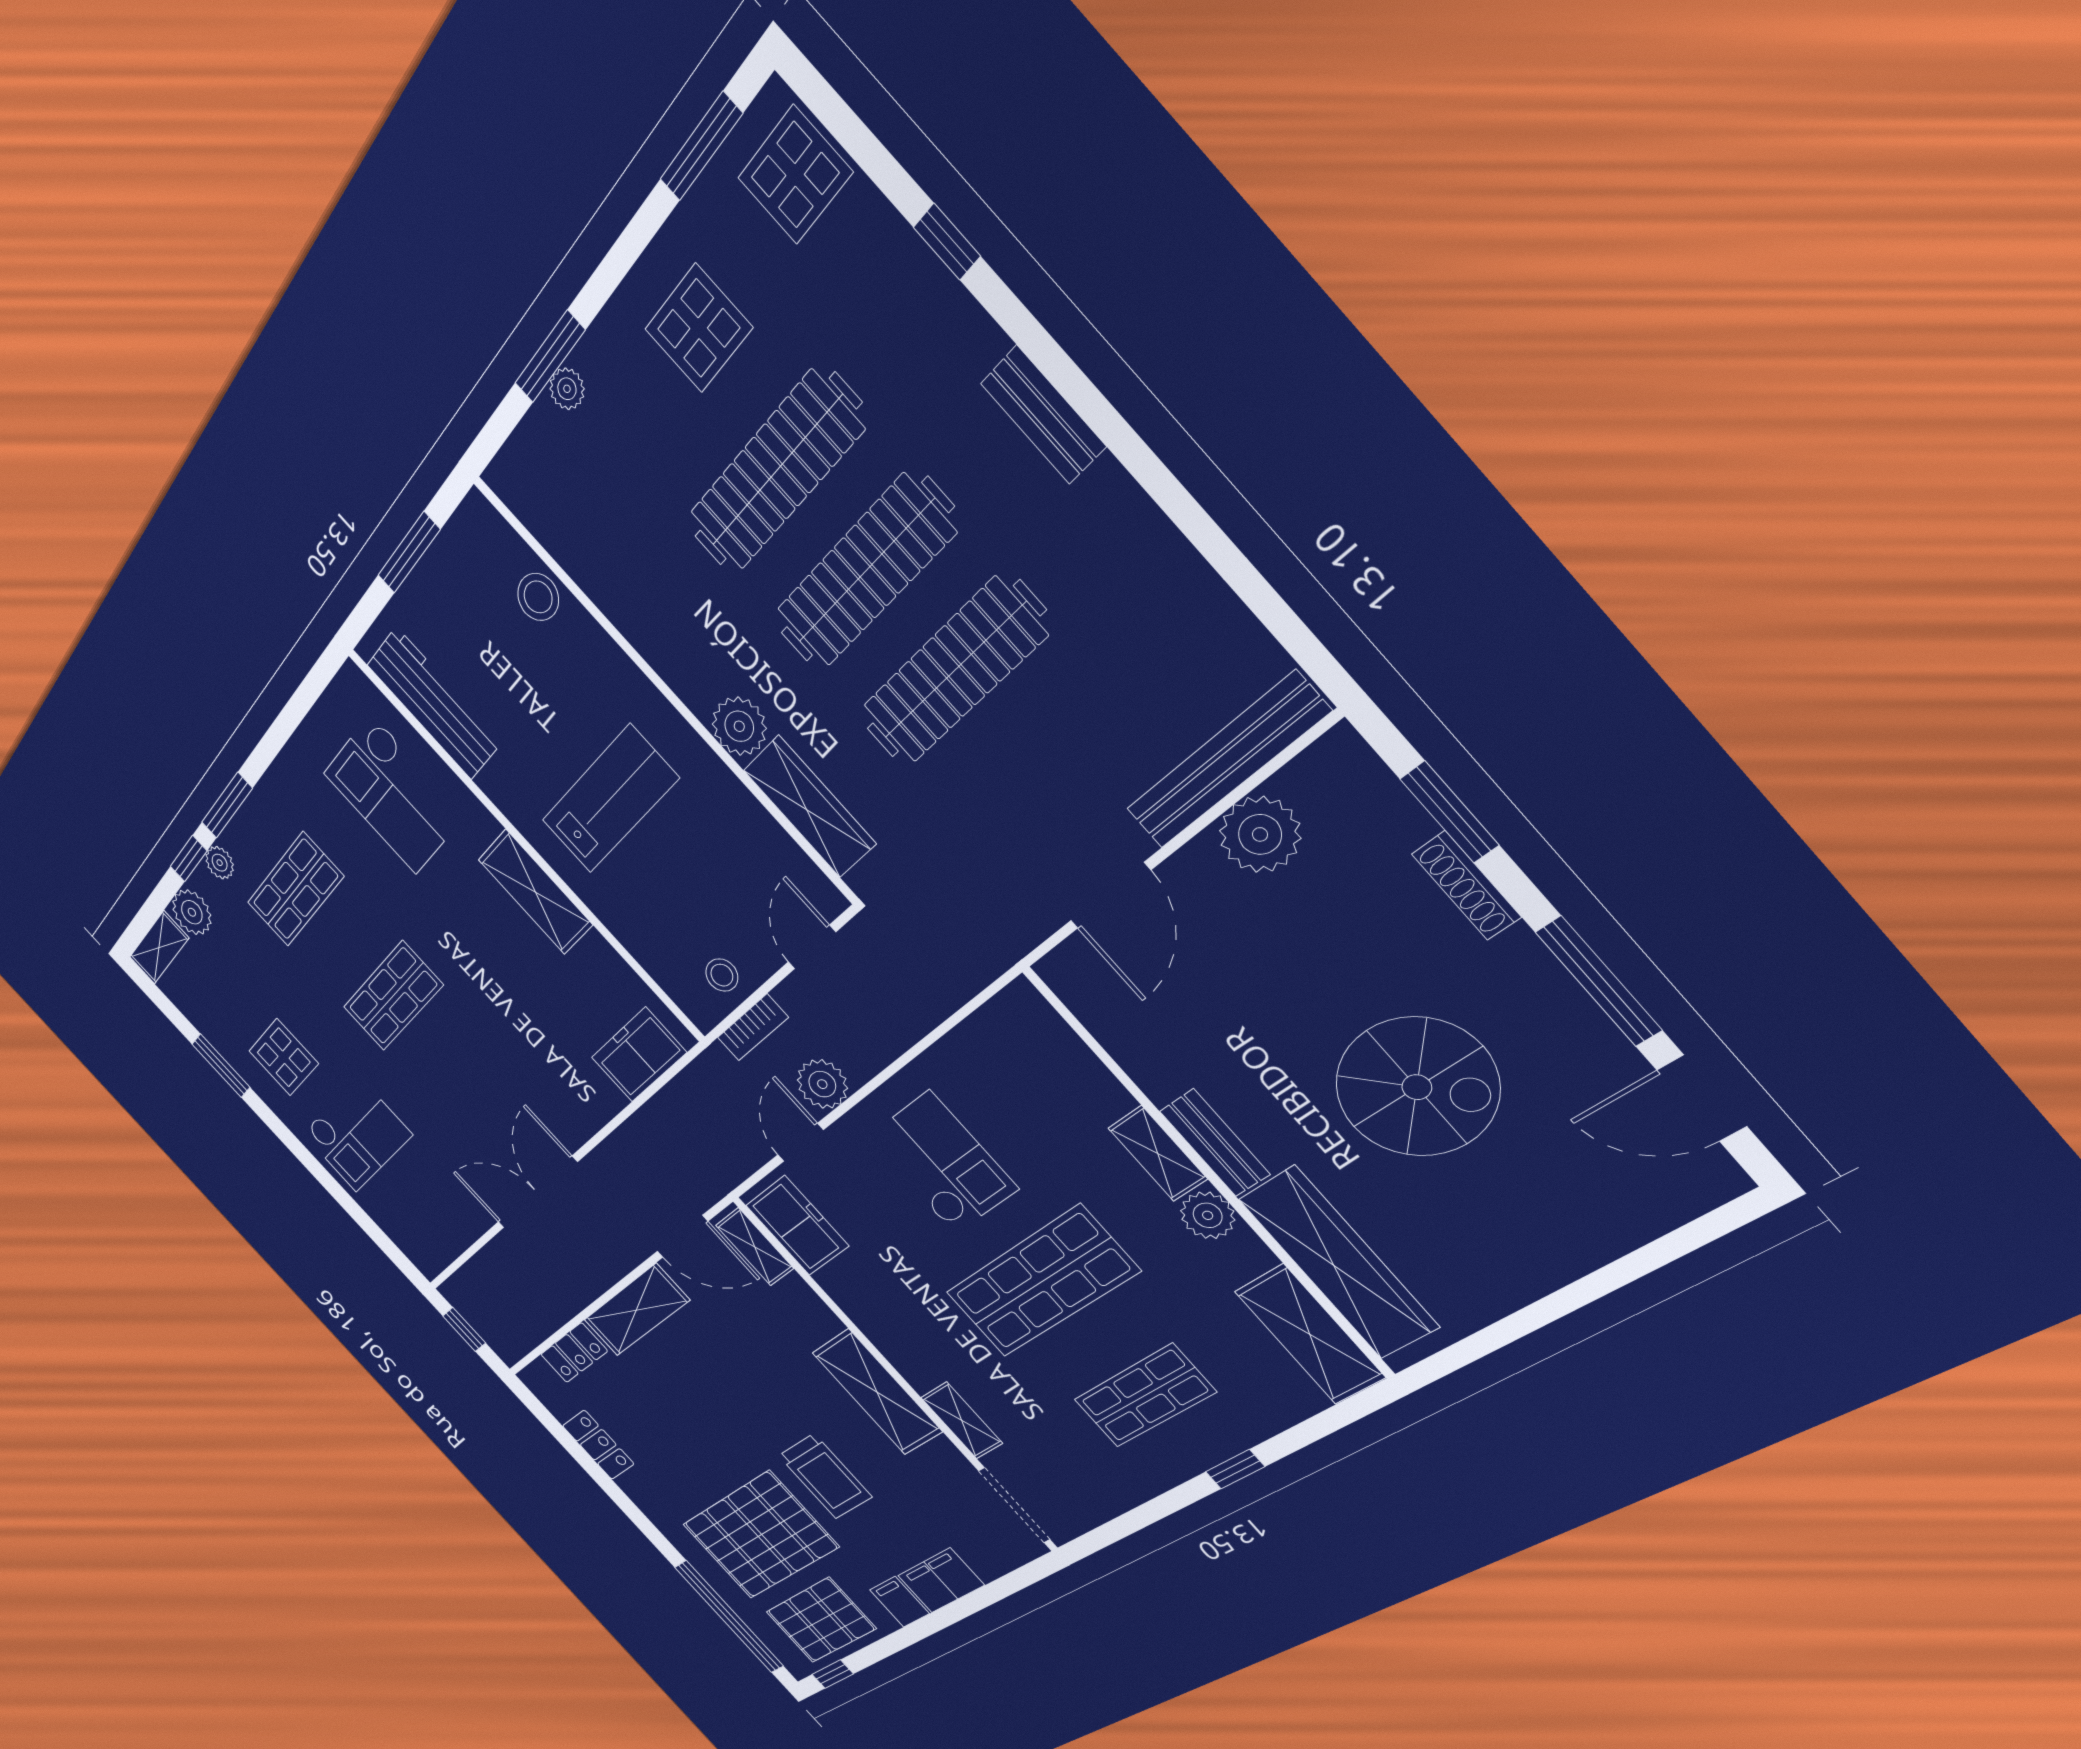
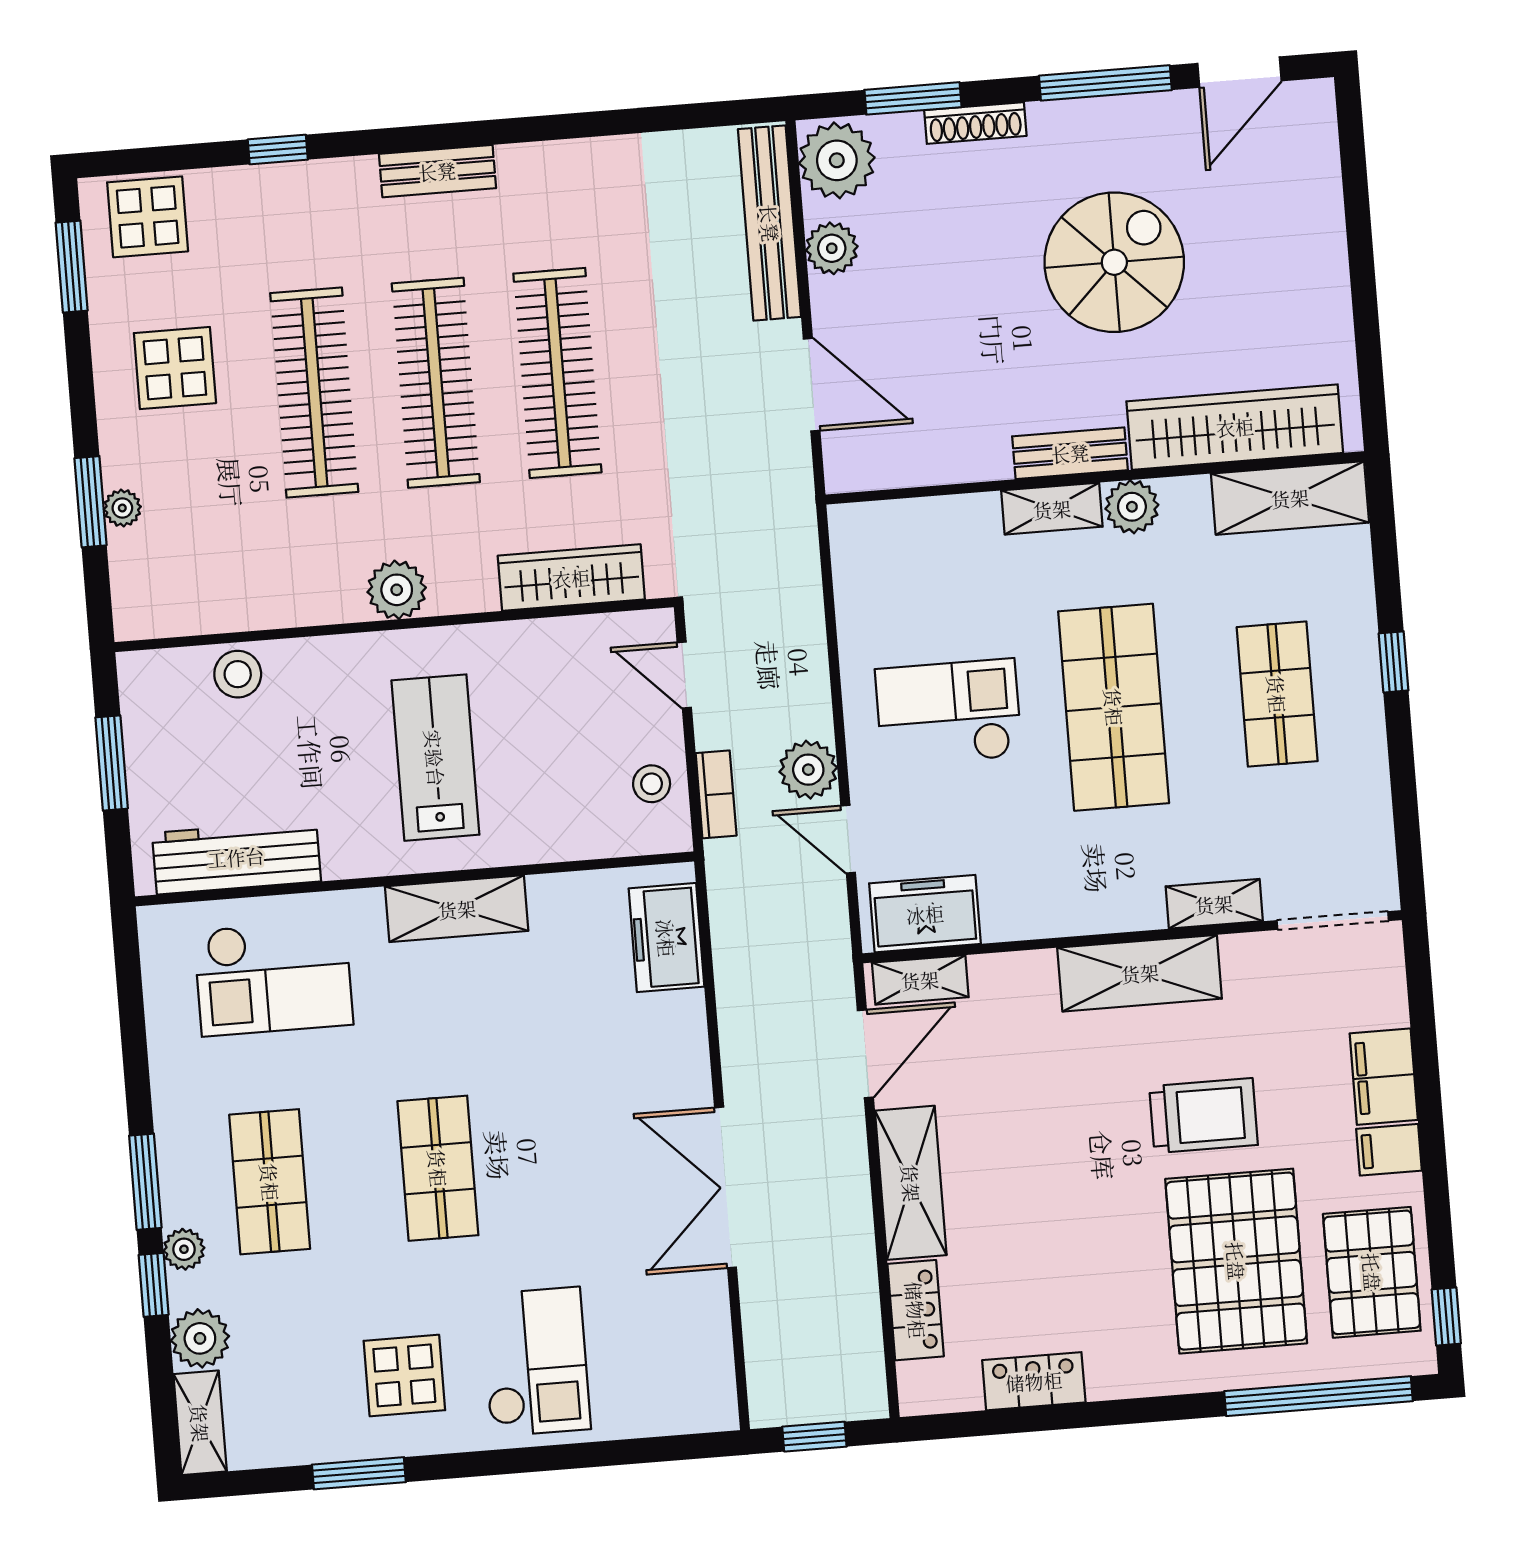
plant: (739, 726) -> (397, 590), moved
plant: (1333, 782) -> (837, 160), added
plant: (1260, 834) -> (832, 248), width x0.73, depth x0.73

